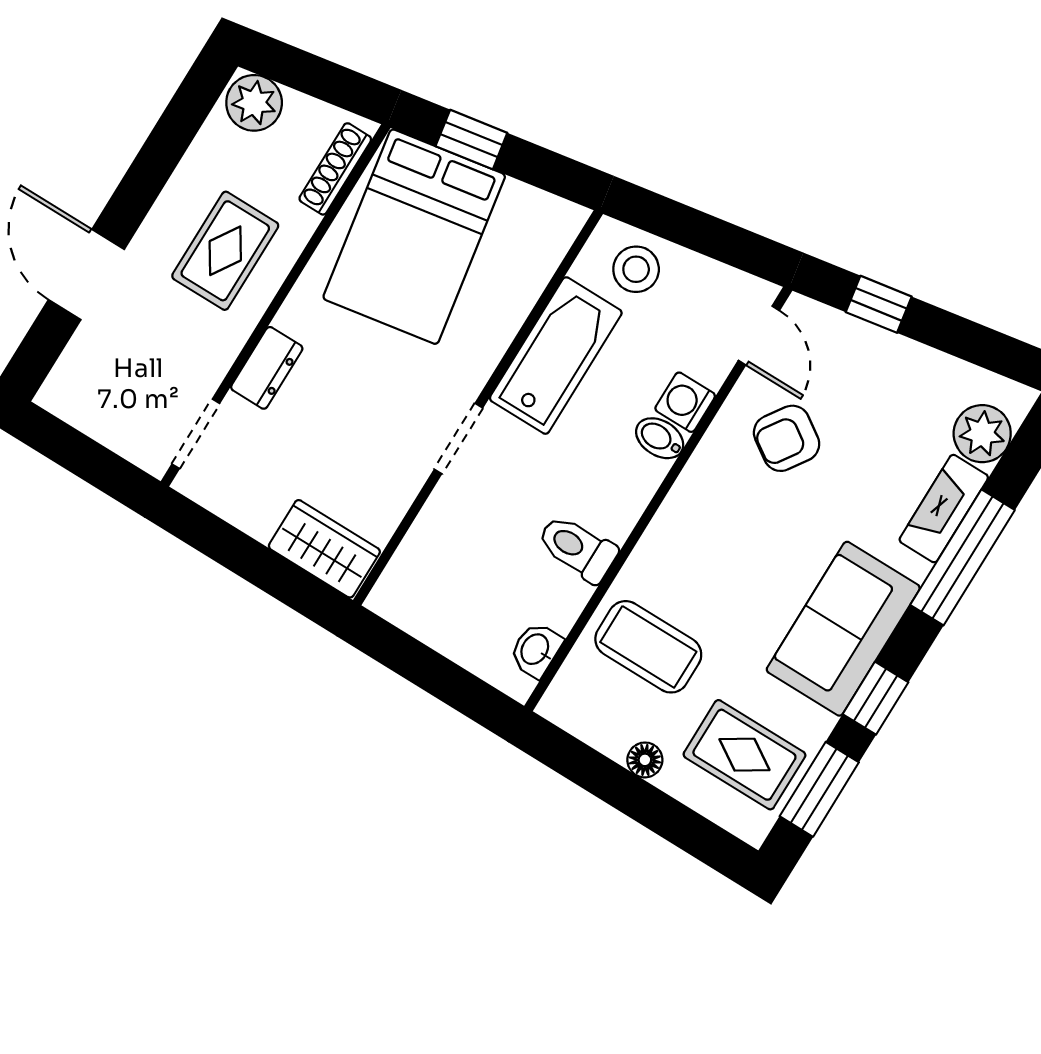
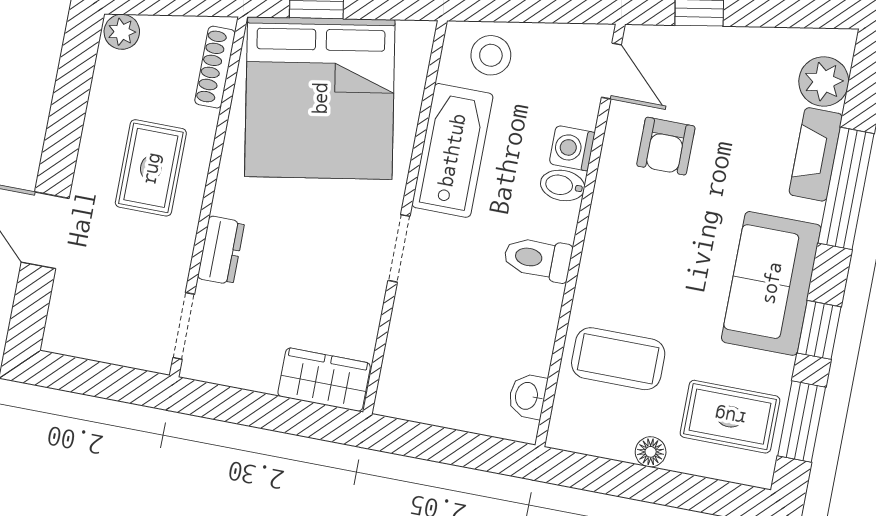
plant: (254, 103) -> (122, 32), width x0.73, depth x0.73
bed: (414, 237) -> (320, 98), width x1.36
armchair: (787, 438) -> (666, 146), turned -34
toilet: (577, 548) -> (538, 259), moved

